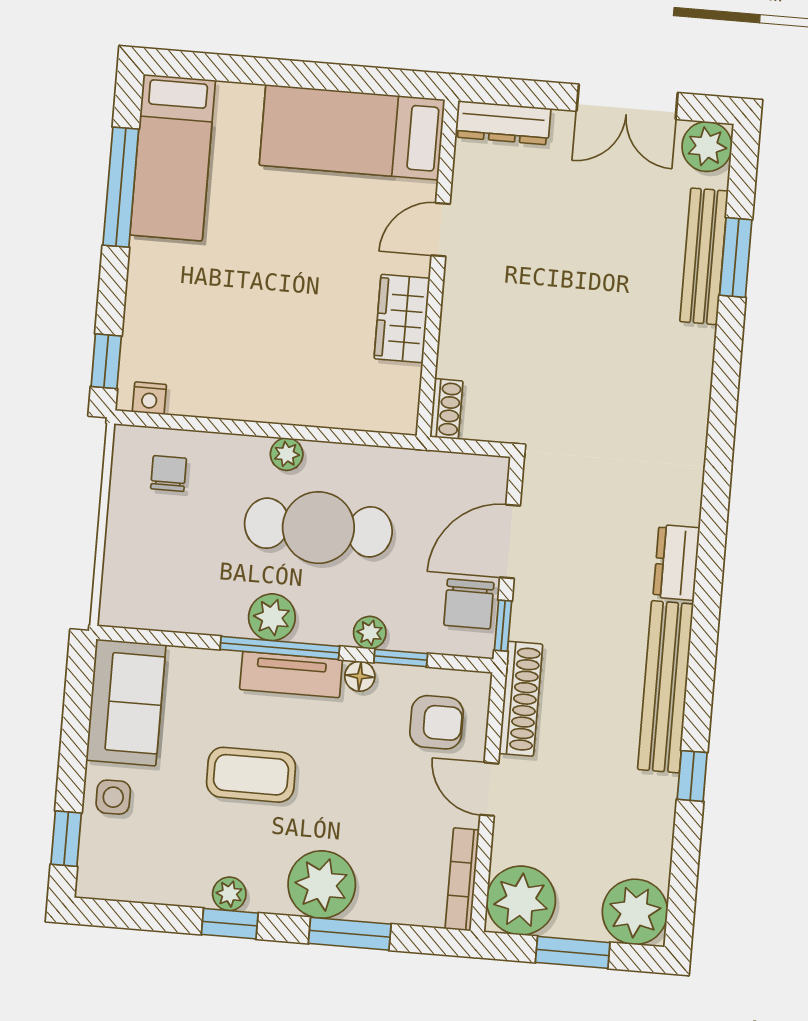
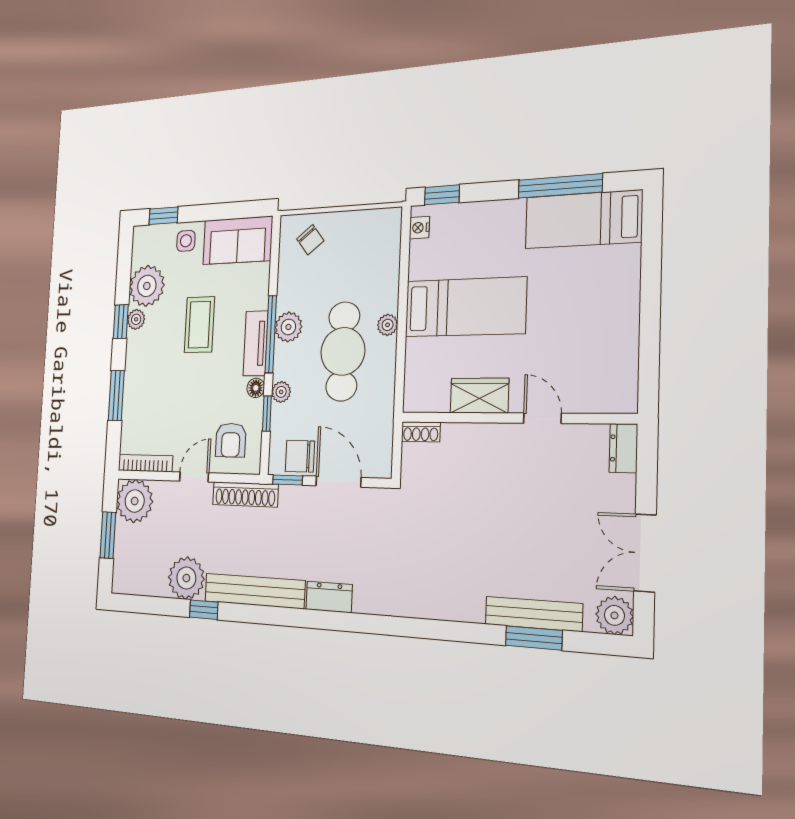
dresser: (503, 123) -> (623, 448), width x0.70
bed: (352, 132) -> (465, 307), moved, turned 90
chair: (169, 474) -> (310, 240), moved, turned 52
plant: (322, 885) -> (147, 286), moved
plant: (635, 912) -> (186, 578), moved

